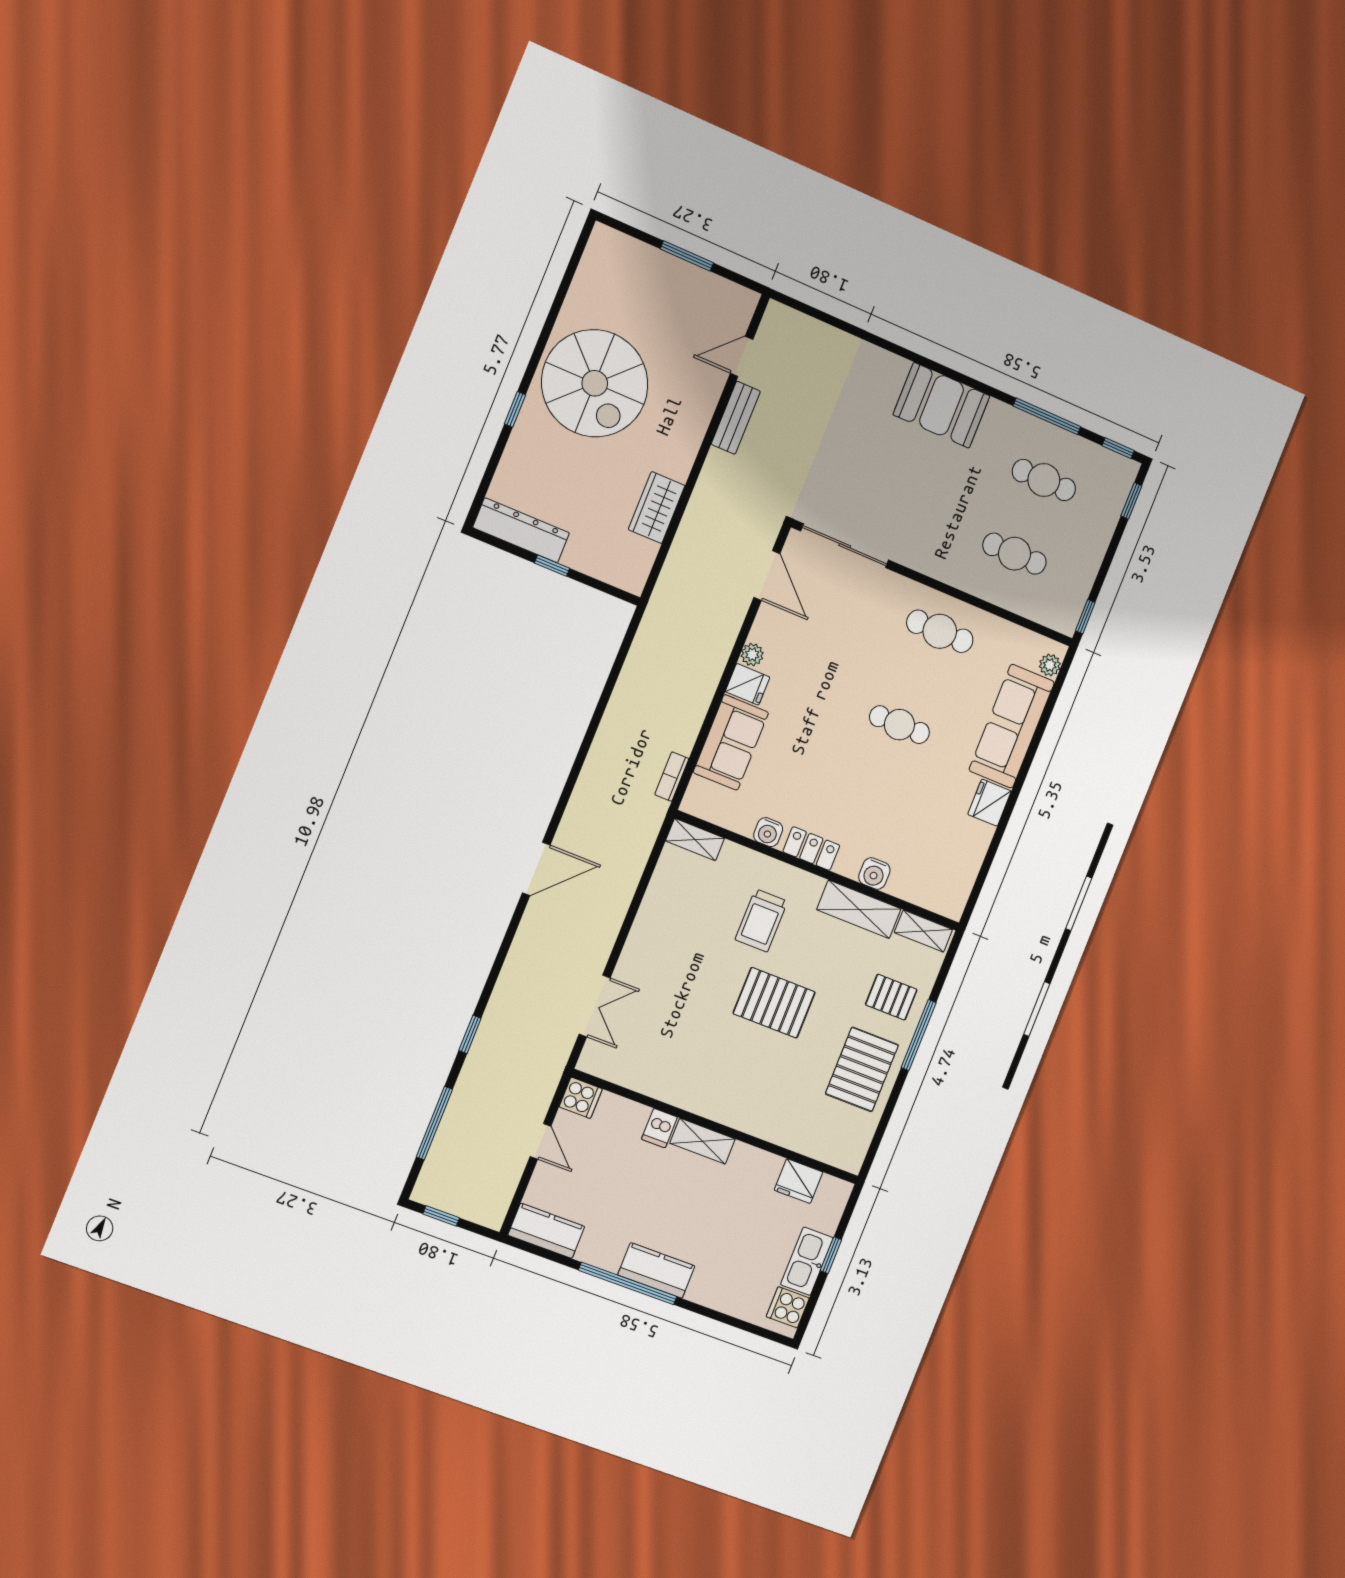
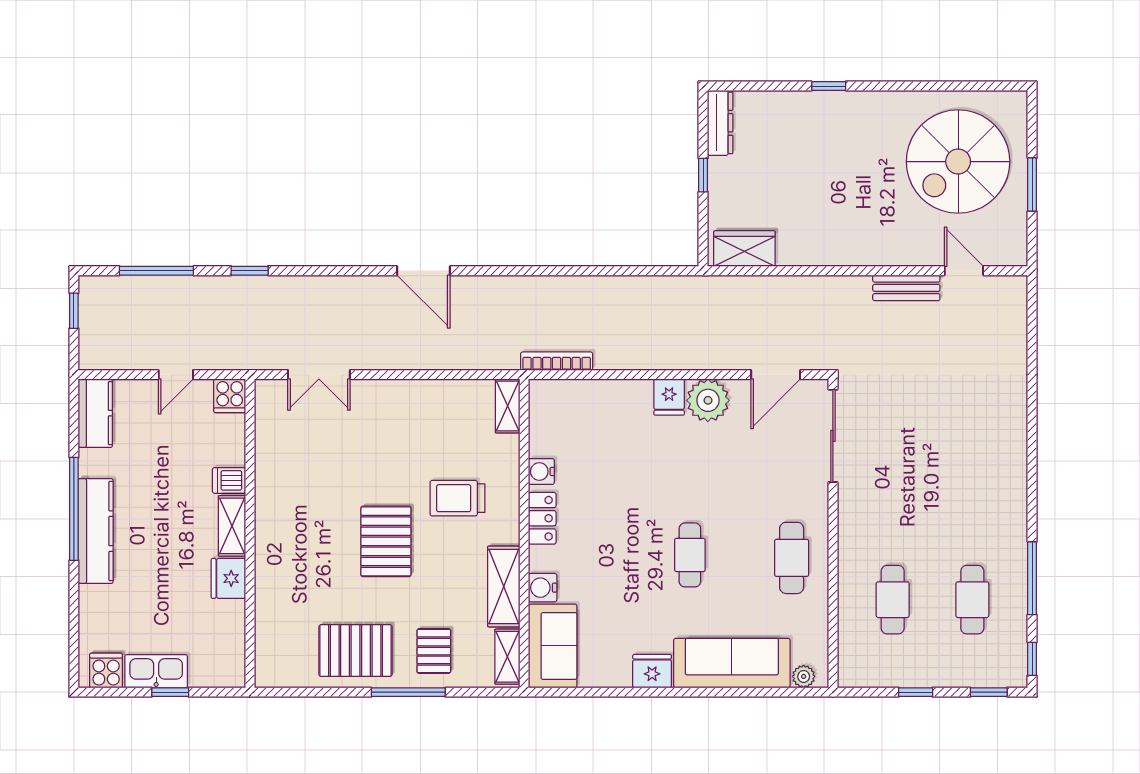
spiral stairs: (595, 383) -> (958, 162), moved
booth: (942, 405) -> (999, 474), removed
wardrobe: (657, 508) -> (744, 249), moved
dresser: (521, 530) -> (720, 123), width x0.73, depth x0.80
window: (1085, 617) -> (916, 692), moved
plant: (752, 655) -> (708, 400), width x1.87, depth x1.87
sofa: (731, 742) -> (553, 646), moved, turned -90
bookcase: (672, 777) -> (557, 361), width x1.56
fridge: (799, 1181) -> (228, 578), moved
kitchen counter: (656, 1270) -> (96, 531), width x1.50

